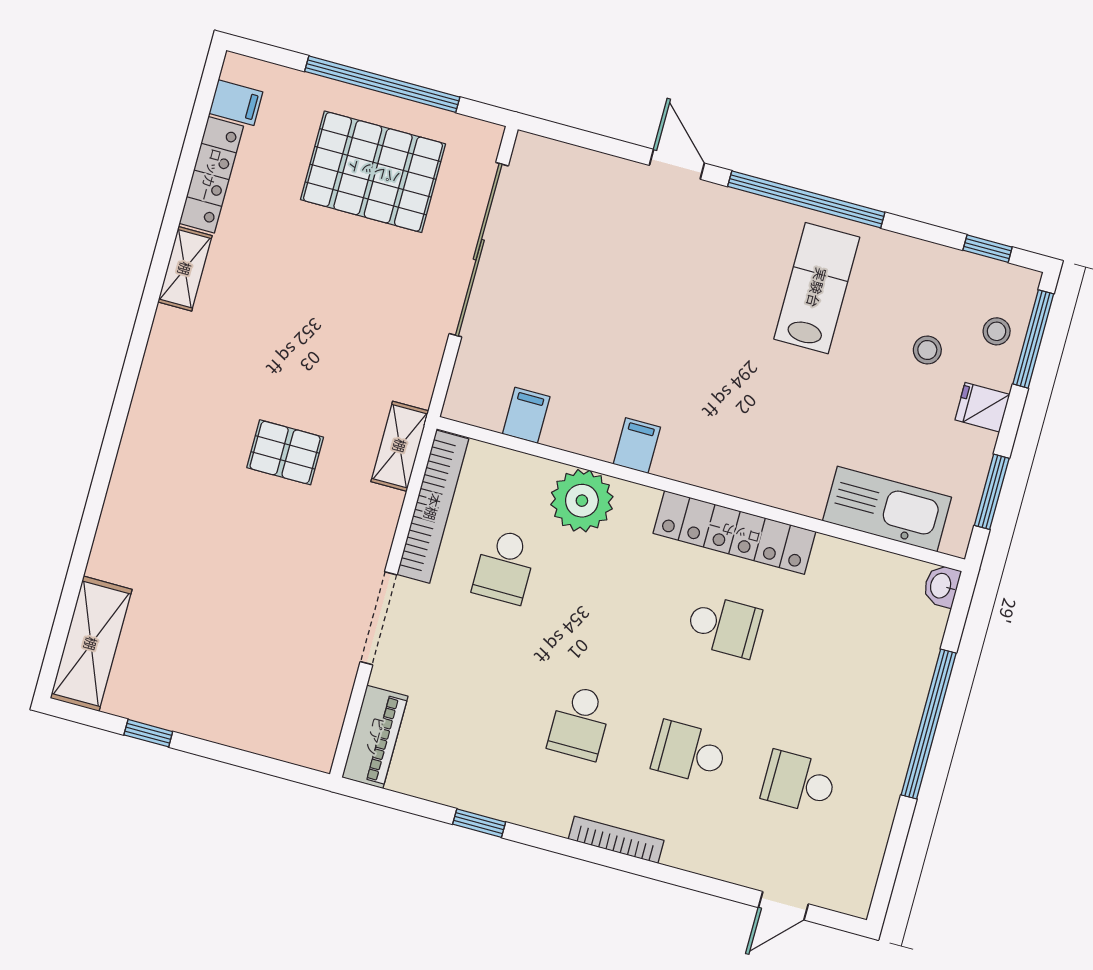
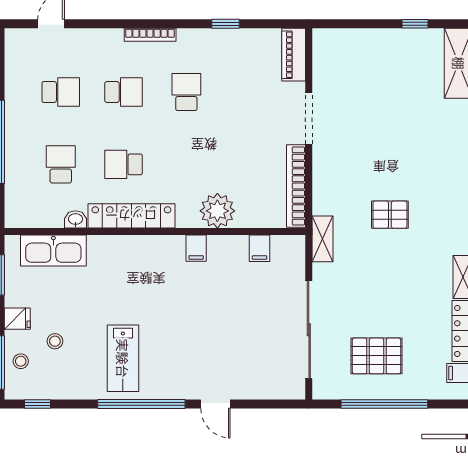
pallet: (373, 172) -> (377, 356), width x0.73, depth x0.71
shelving: (400, 446) -> (322, 239), moved
pallet: (285, 452) -> (390, 215), moved
school desk: (504, 566) -> (61, 164), moved
washbasin: (941, 586) -> (75, 219), moved, turned -90

